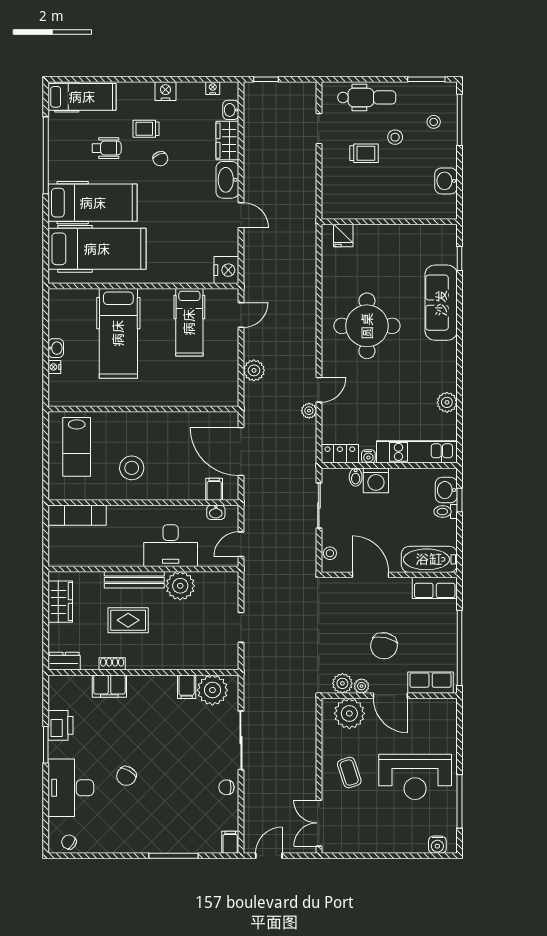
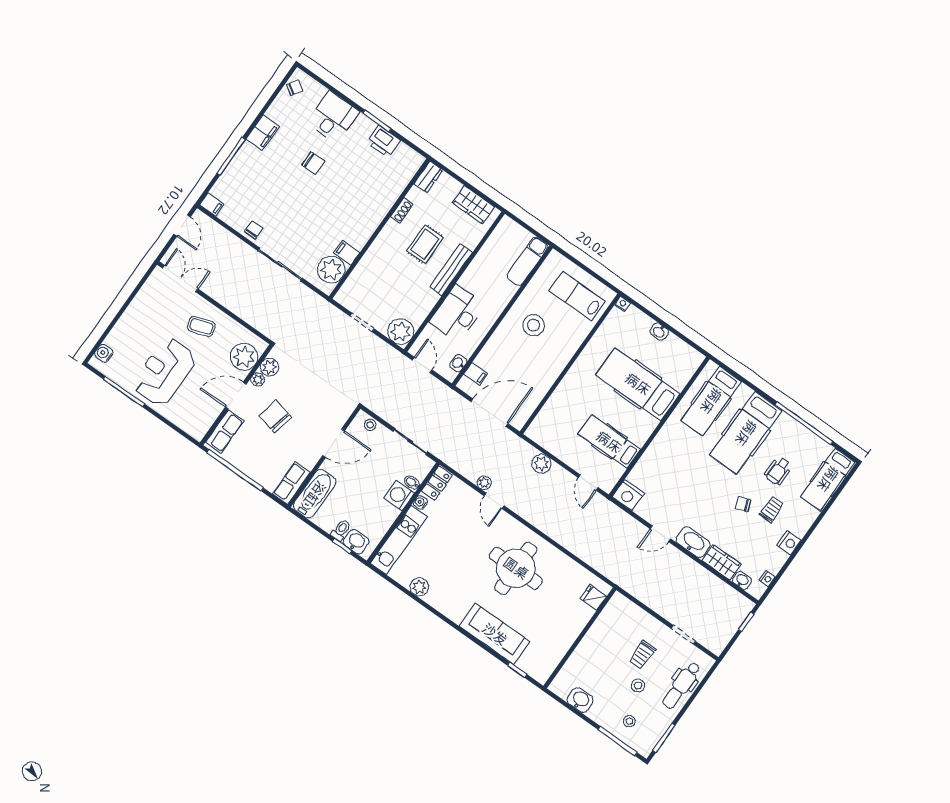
hospital bed: (97, 249) -> (711, 401), width x0.73, depth x0.78
nightstand: (54, 367) -> (622, 304), moved
plant: (180, 586) -> (401, 332), moved
filing cabinet: (109, 686) -> (263, 133), moved, turned 180
chair: (126, 776) -> (313, 163), turned 149
desk: (71, 788) -> (333, 117), width x0.73

